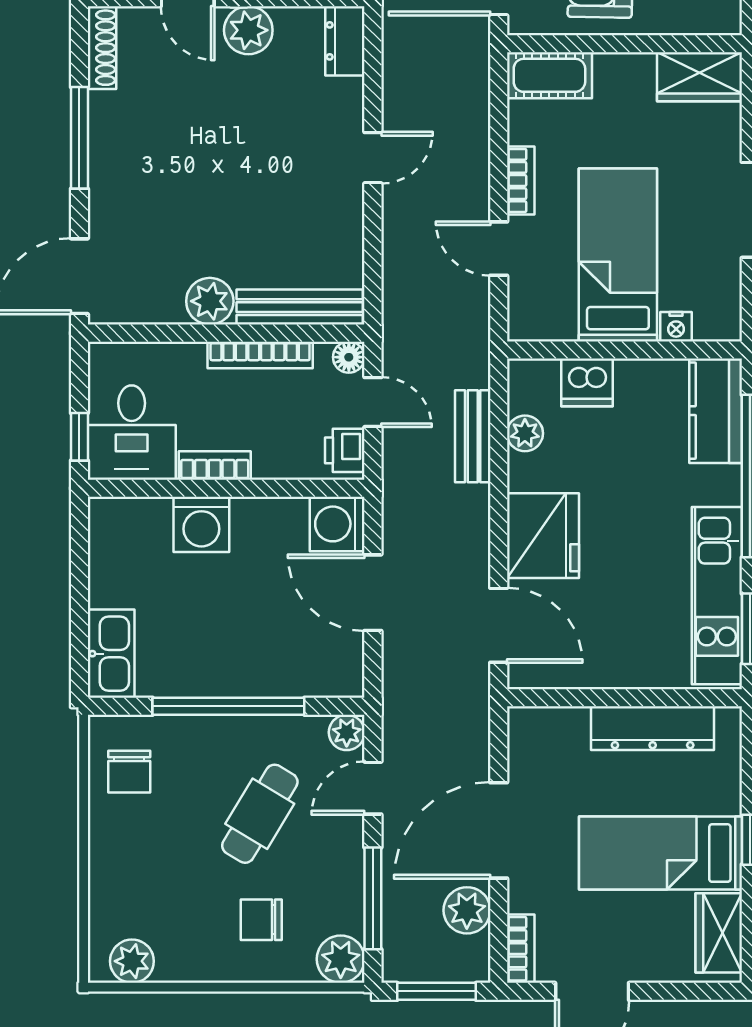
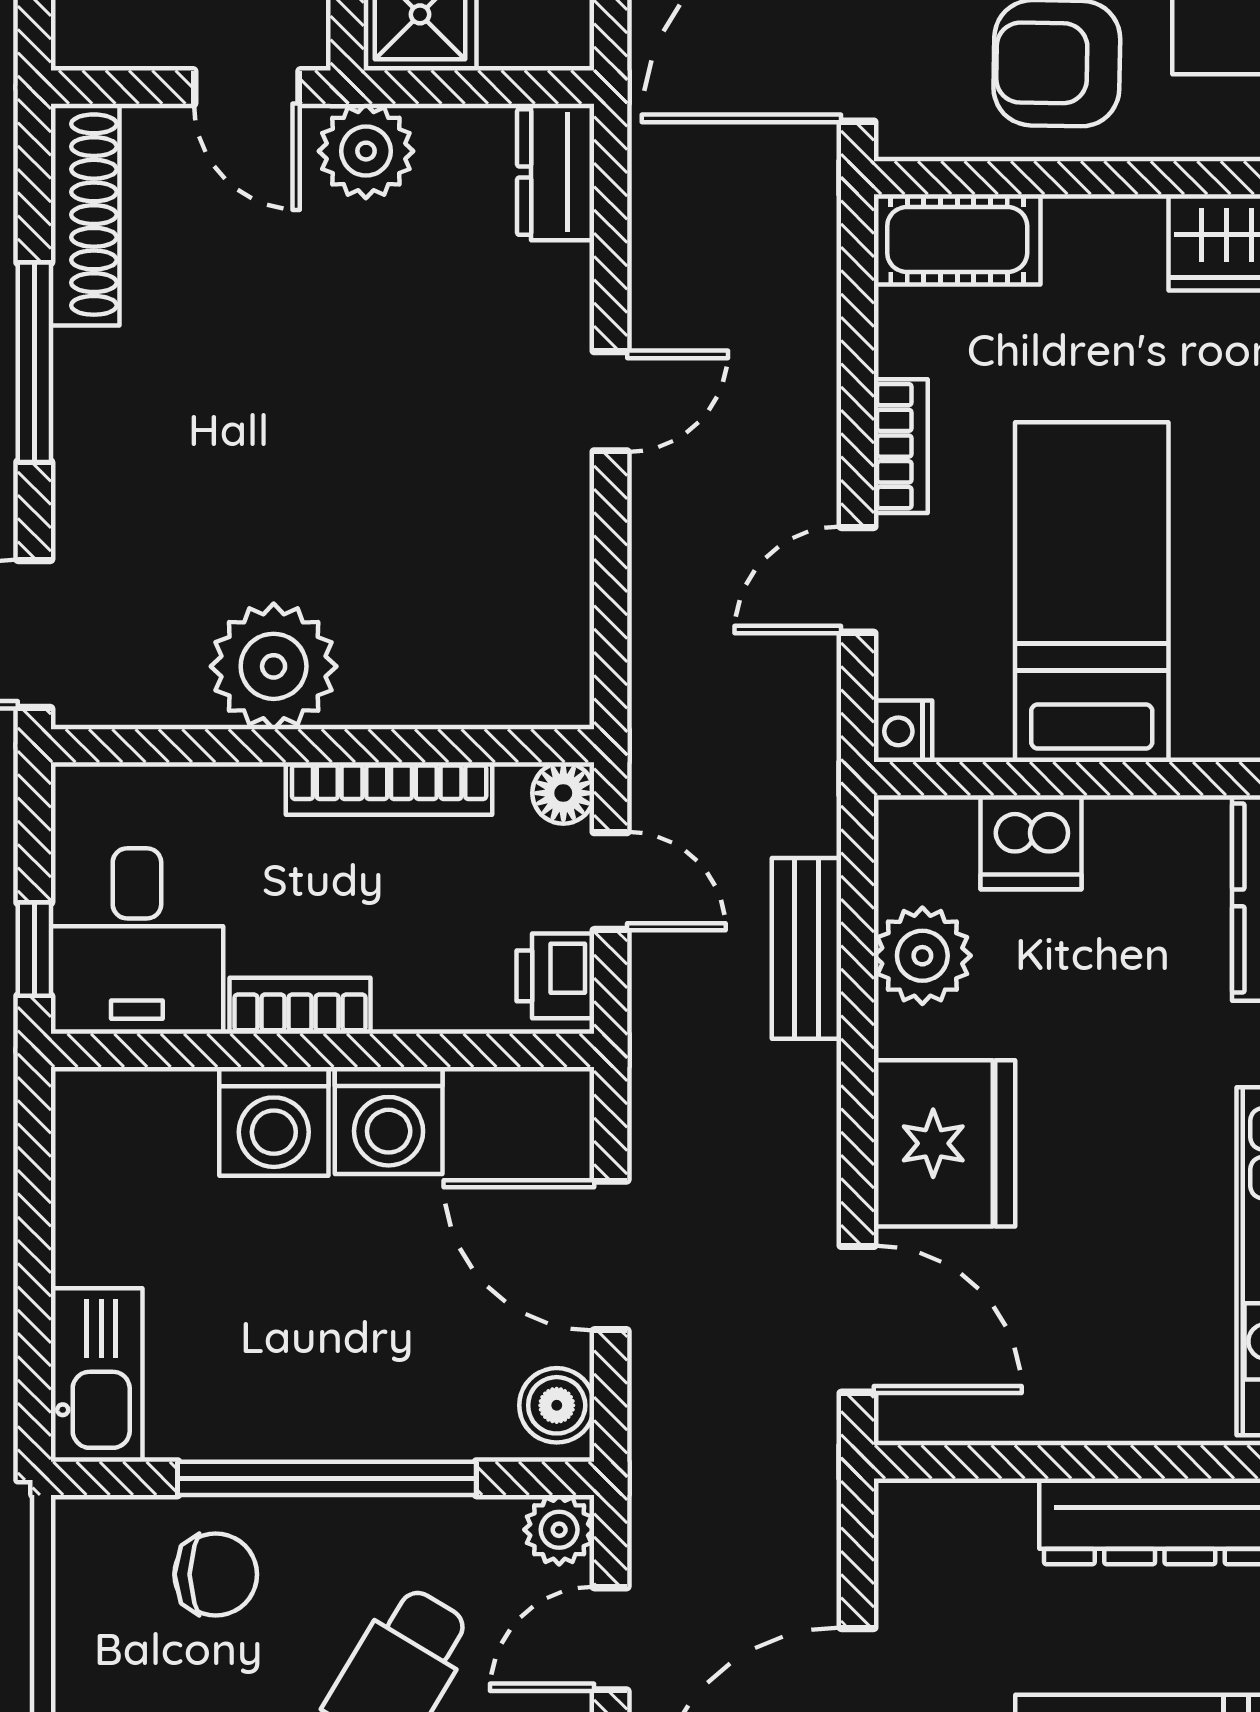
shoe rack: (102, 48) -> (85, 215), width x1.36, depth x1.24
door: (499, 249) -> (857, 580), hinge flipped
plant: (210, 301) -> (274, 666), width x1.36, depth x1.36
bench: (300, 307) -> (467, 695), removed
nightstand: (676, 327) -> (903, 731), moved, turned 90
plant: (525, 433) -> (922, 956), width x1.38, depth x1.38
washing machine: (337, 524) -> (389, 1120), moved, turned -90
boiler: (345, 669) -> (557, 1405), added
chair: (129, 772) -> (216, 1574), moved, turned -90

